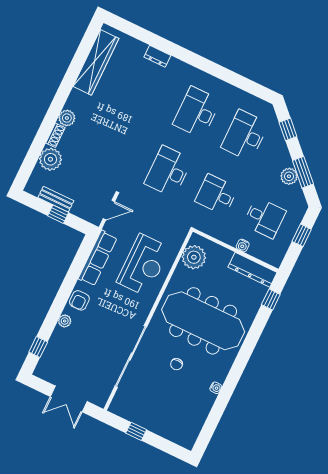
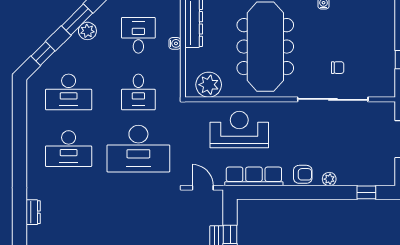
desk: (168, 171) -> (138, 149), width x1.36, depth x1.30
chair: (177, 364) -> (338, 68), moved

